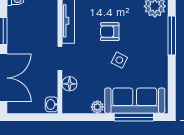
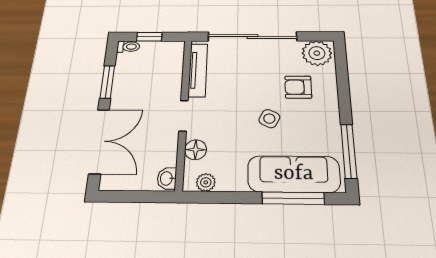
armchair: (110, 32) -> (298, 87), moved
window: (172, 35) -> (349, 151), moved
plant: (97, 107) -> (206, 182), moved

